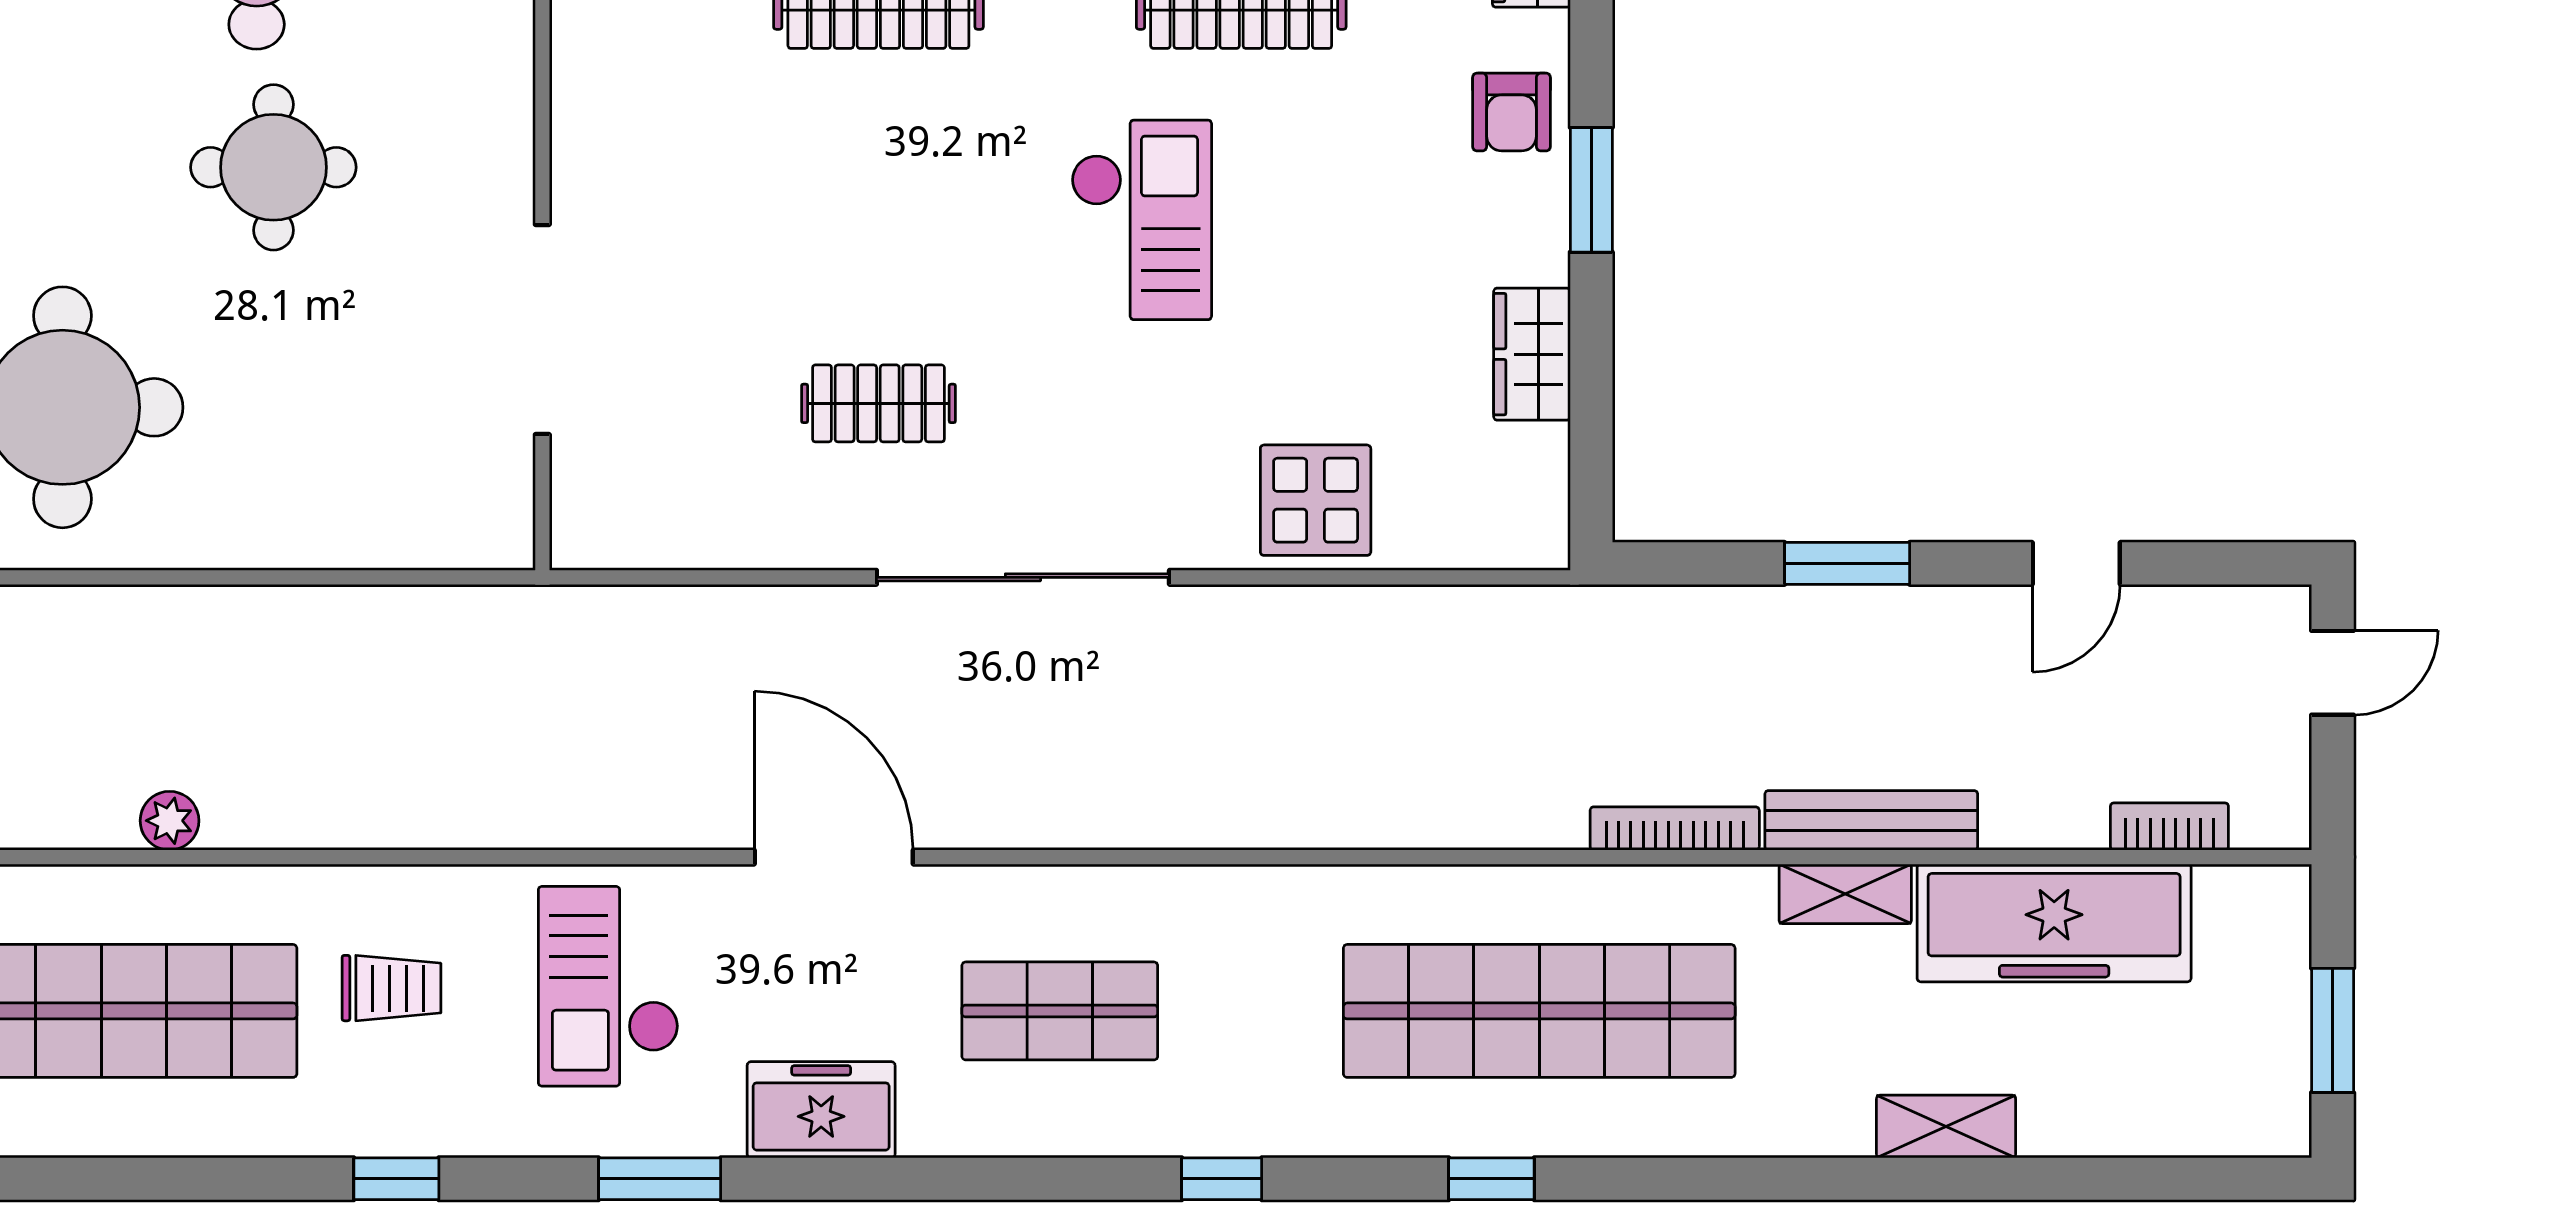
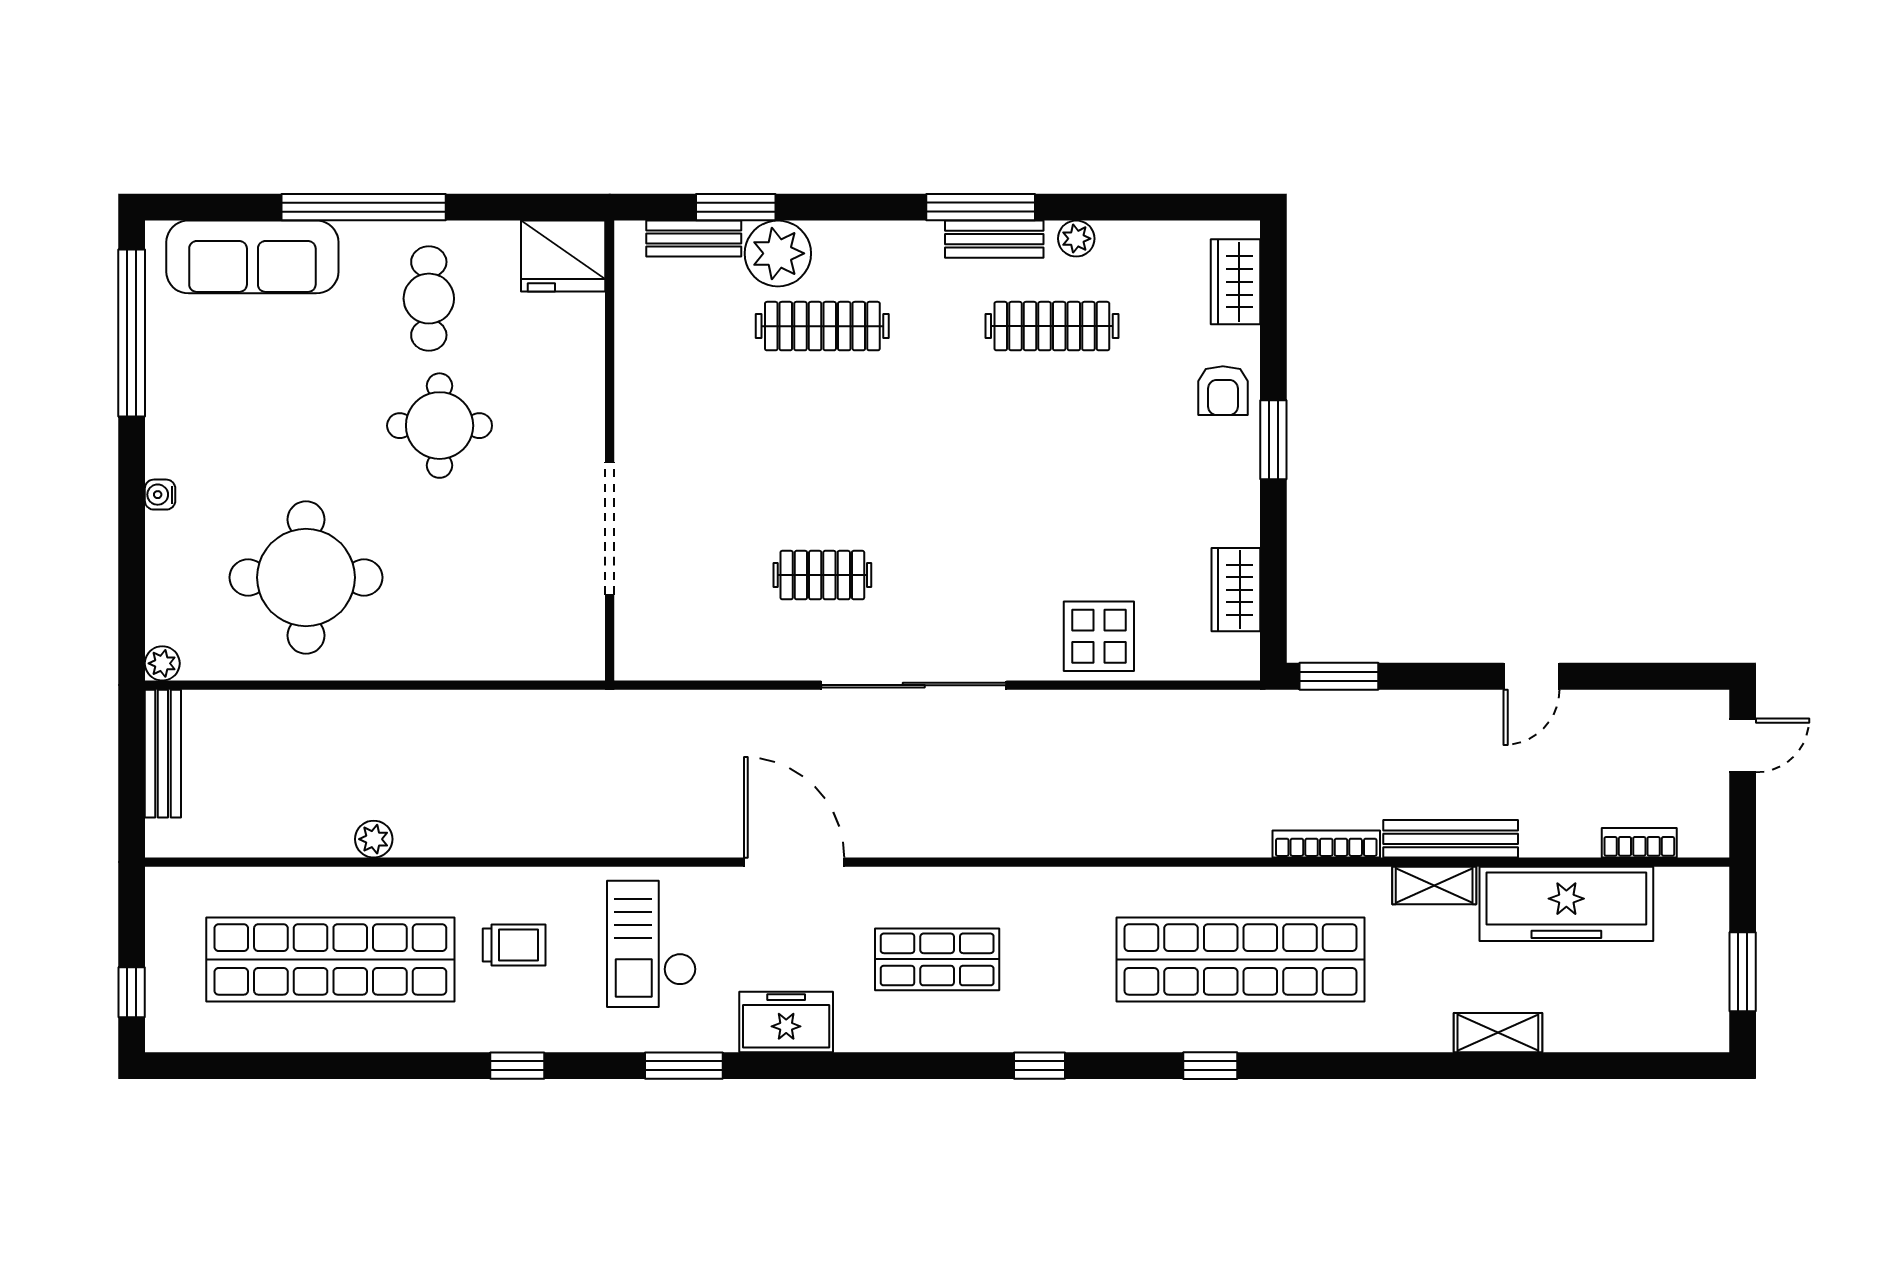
checkout: (1141, 220) -> (989, 459), removed
wardrobe: (1532, 354) -> (1236, 590), moved
window: (1847, 563) -> (1339, 676), moved
door: (2076, 563) -> (1532, 676), moved

